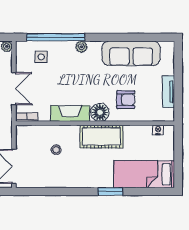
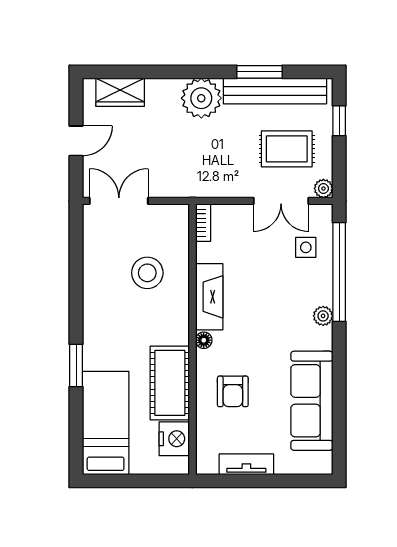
double door: (14, 89) -> (281, 201), moved
floor lamp: (100, 112) -> (204, 340), width x0.53, depth x0.53
nightstand: (158, 130) -> (174, 439), width x1.89, depth x1.79
cot: (101, 137) -> (170, 383), moved
stool: (56, 150) -> (147, 273), width x1.89, depth x1.89

